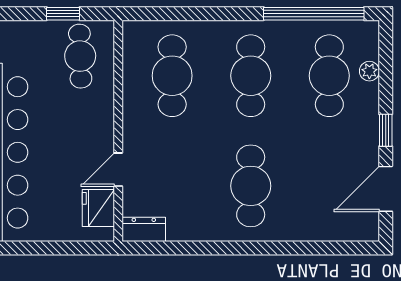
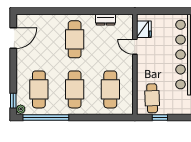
plant: (369, 71) -> (21, 109), moved
window: (386, 130) -> (13, 101), moved
door: (118, 170) -> (135, 47), swing flipped
dresser: (144, 229) -> (106, 20), moved

